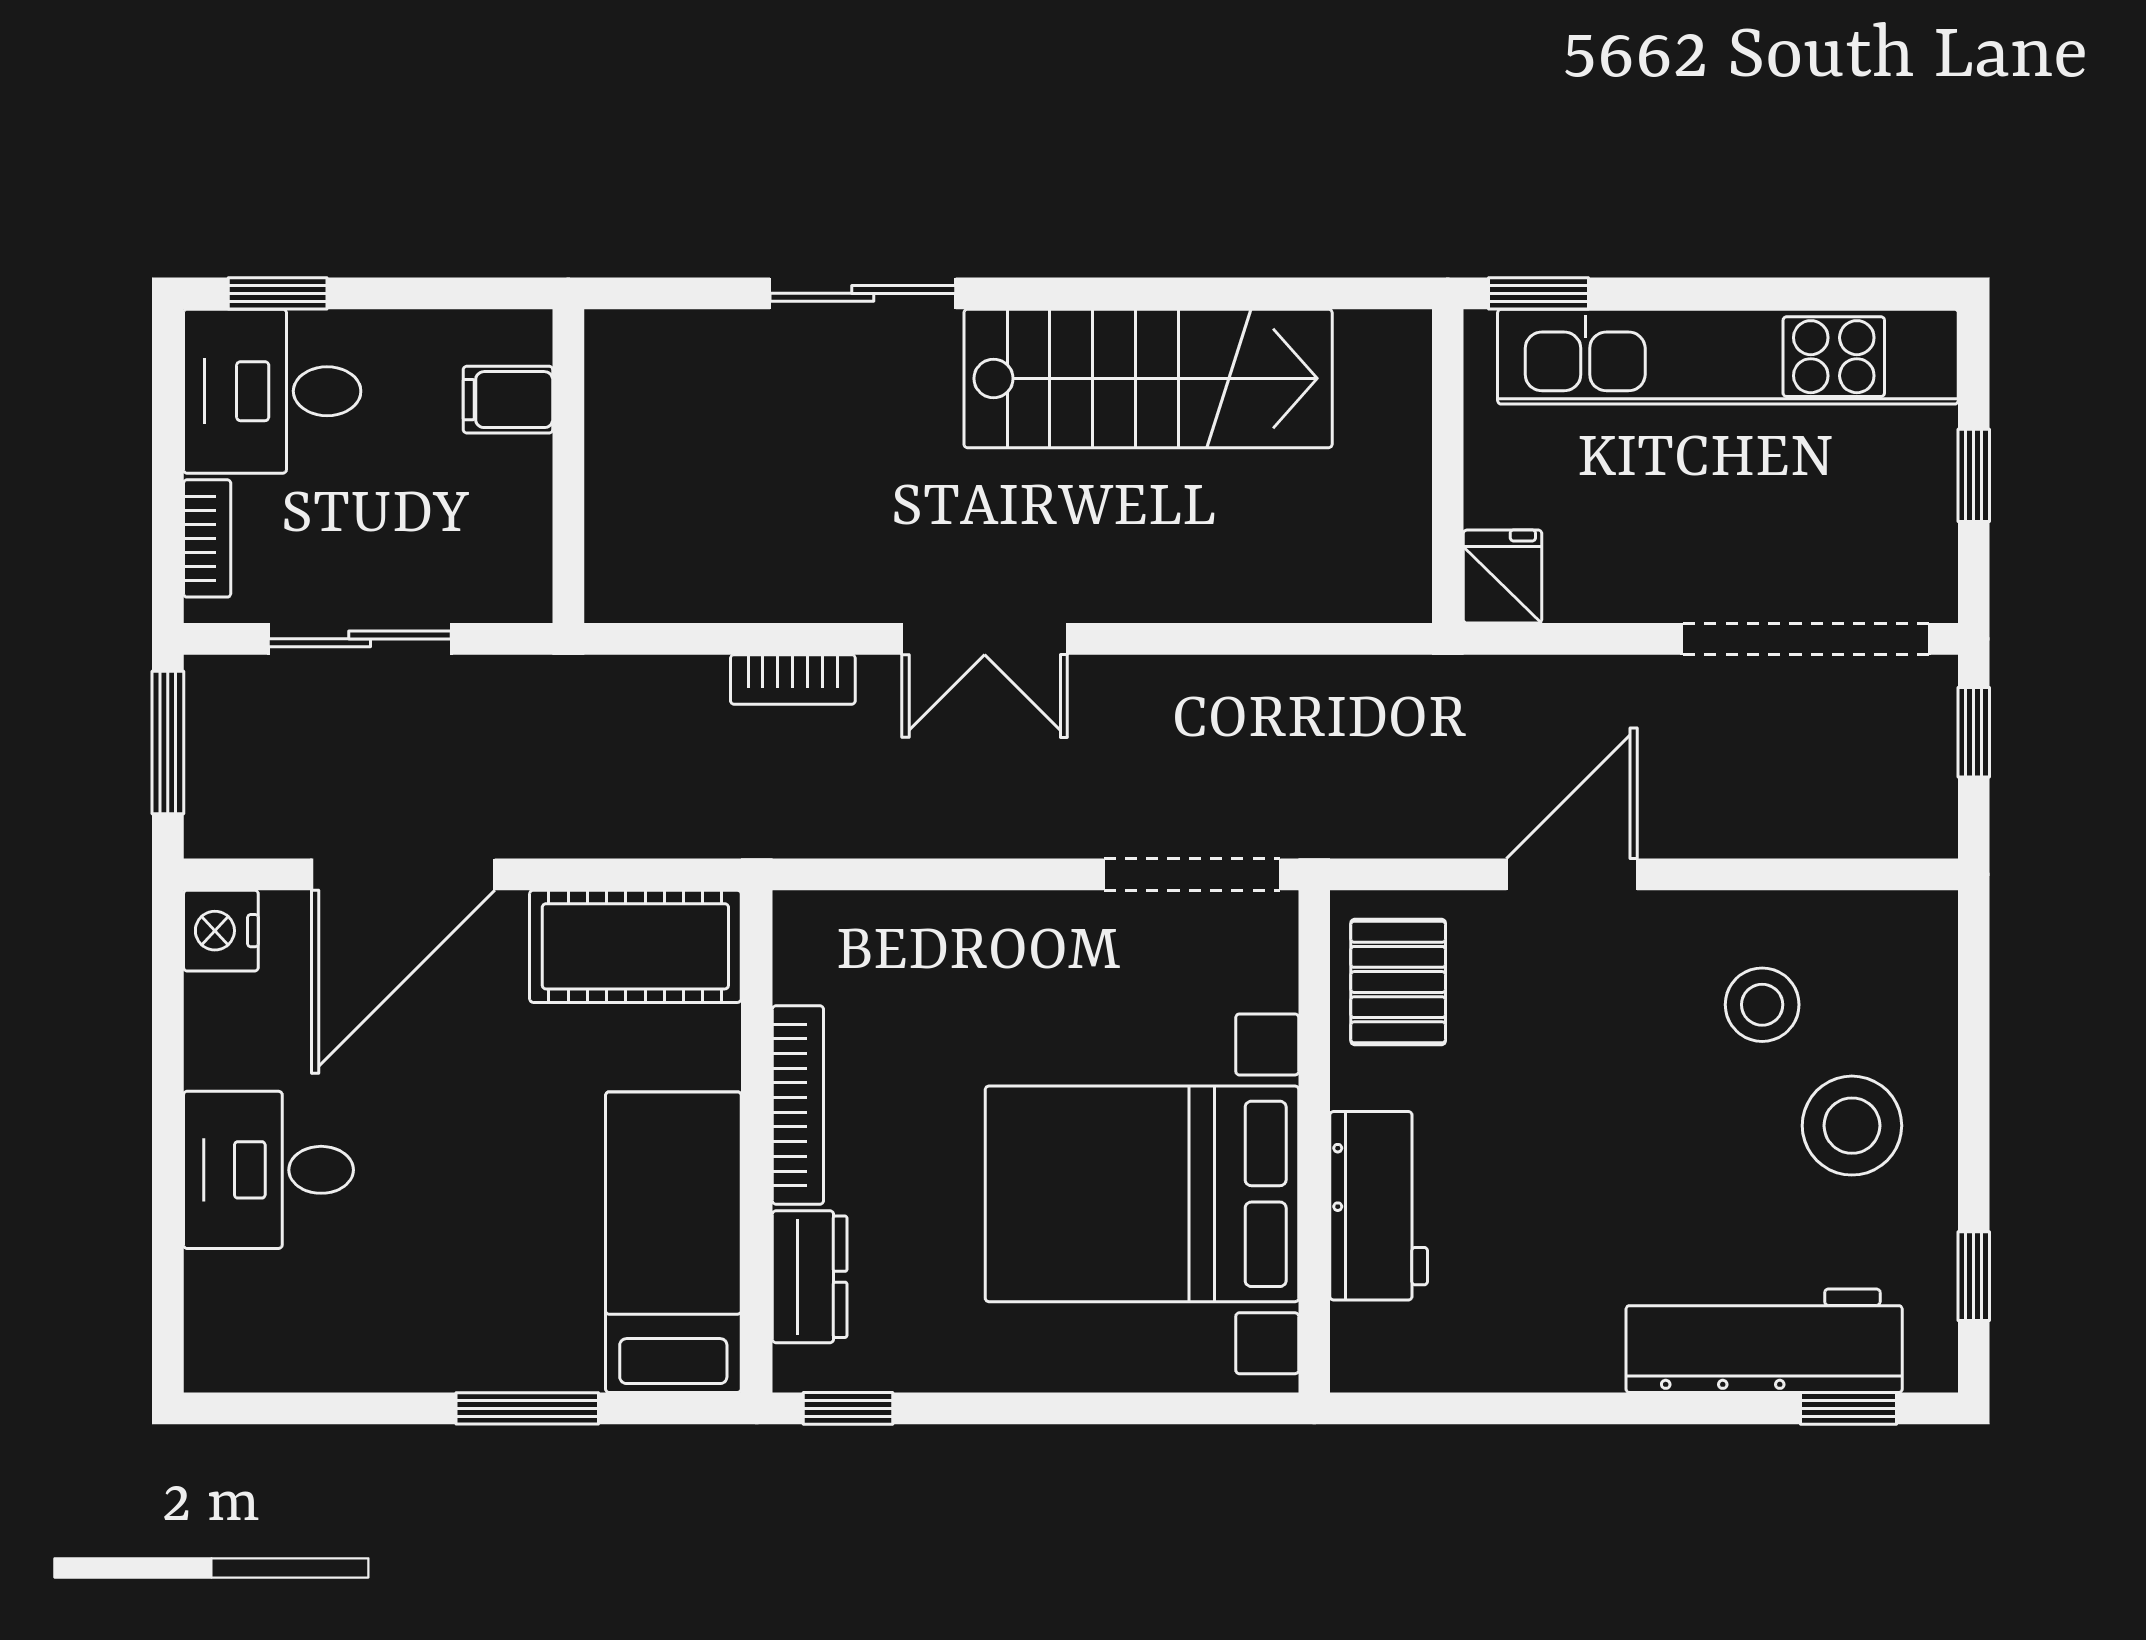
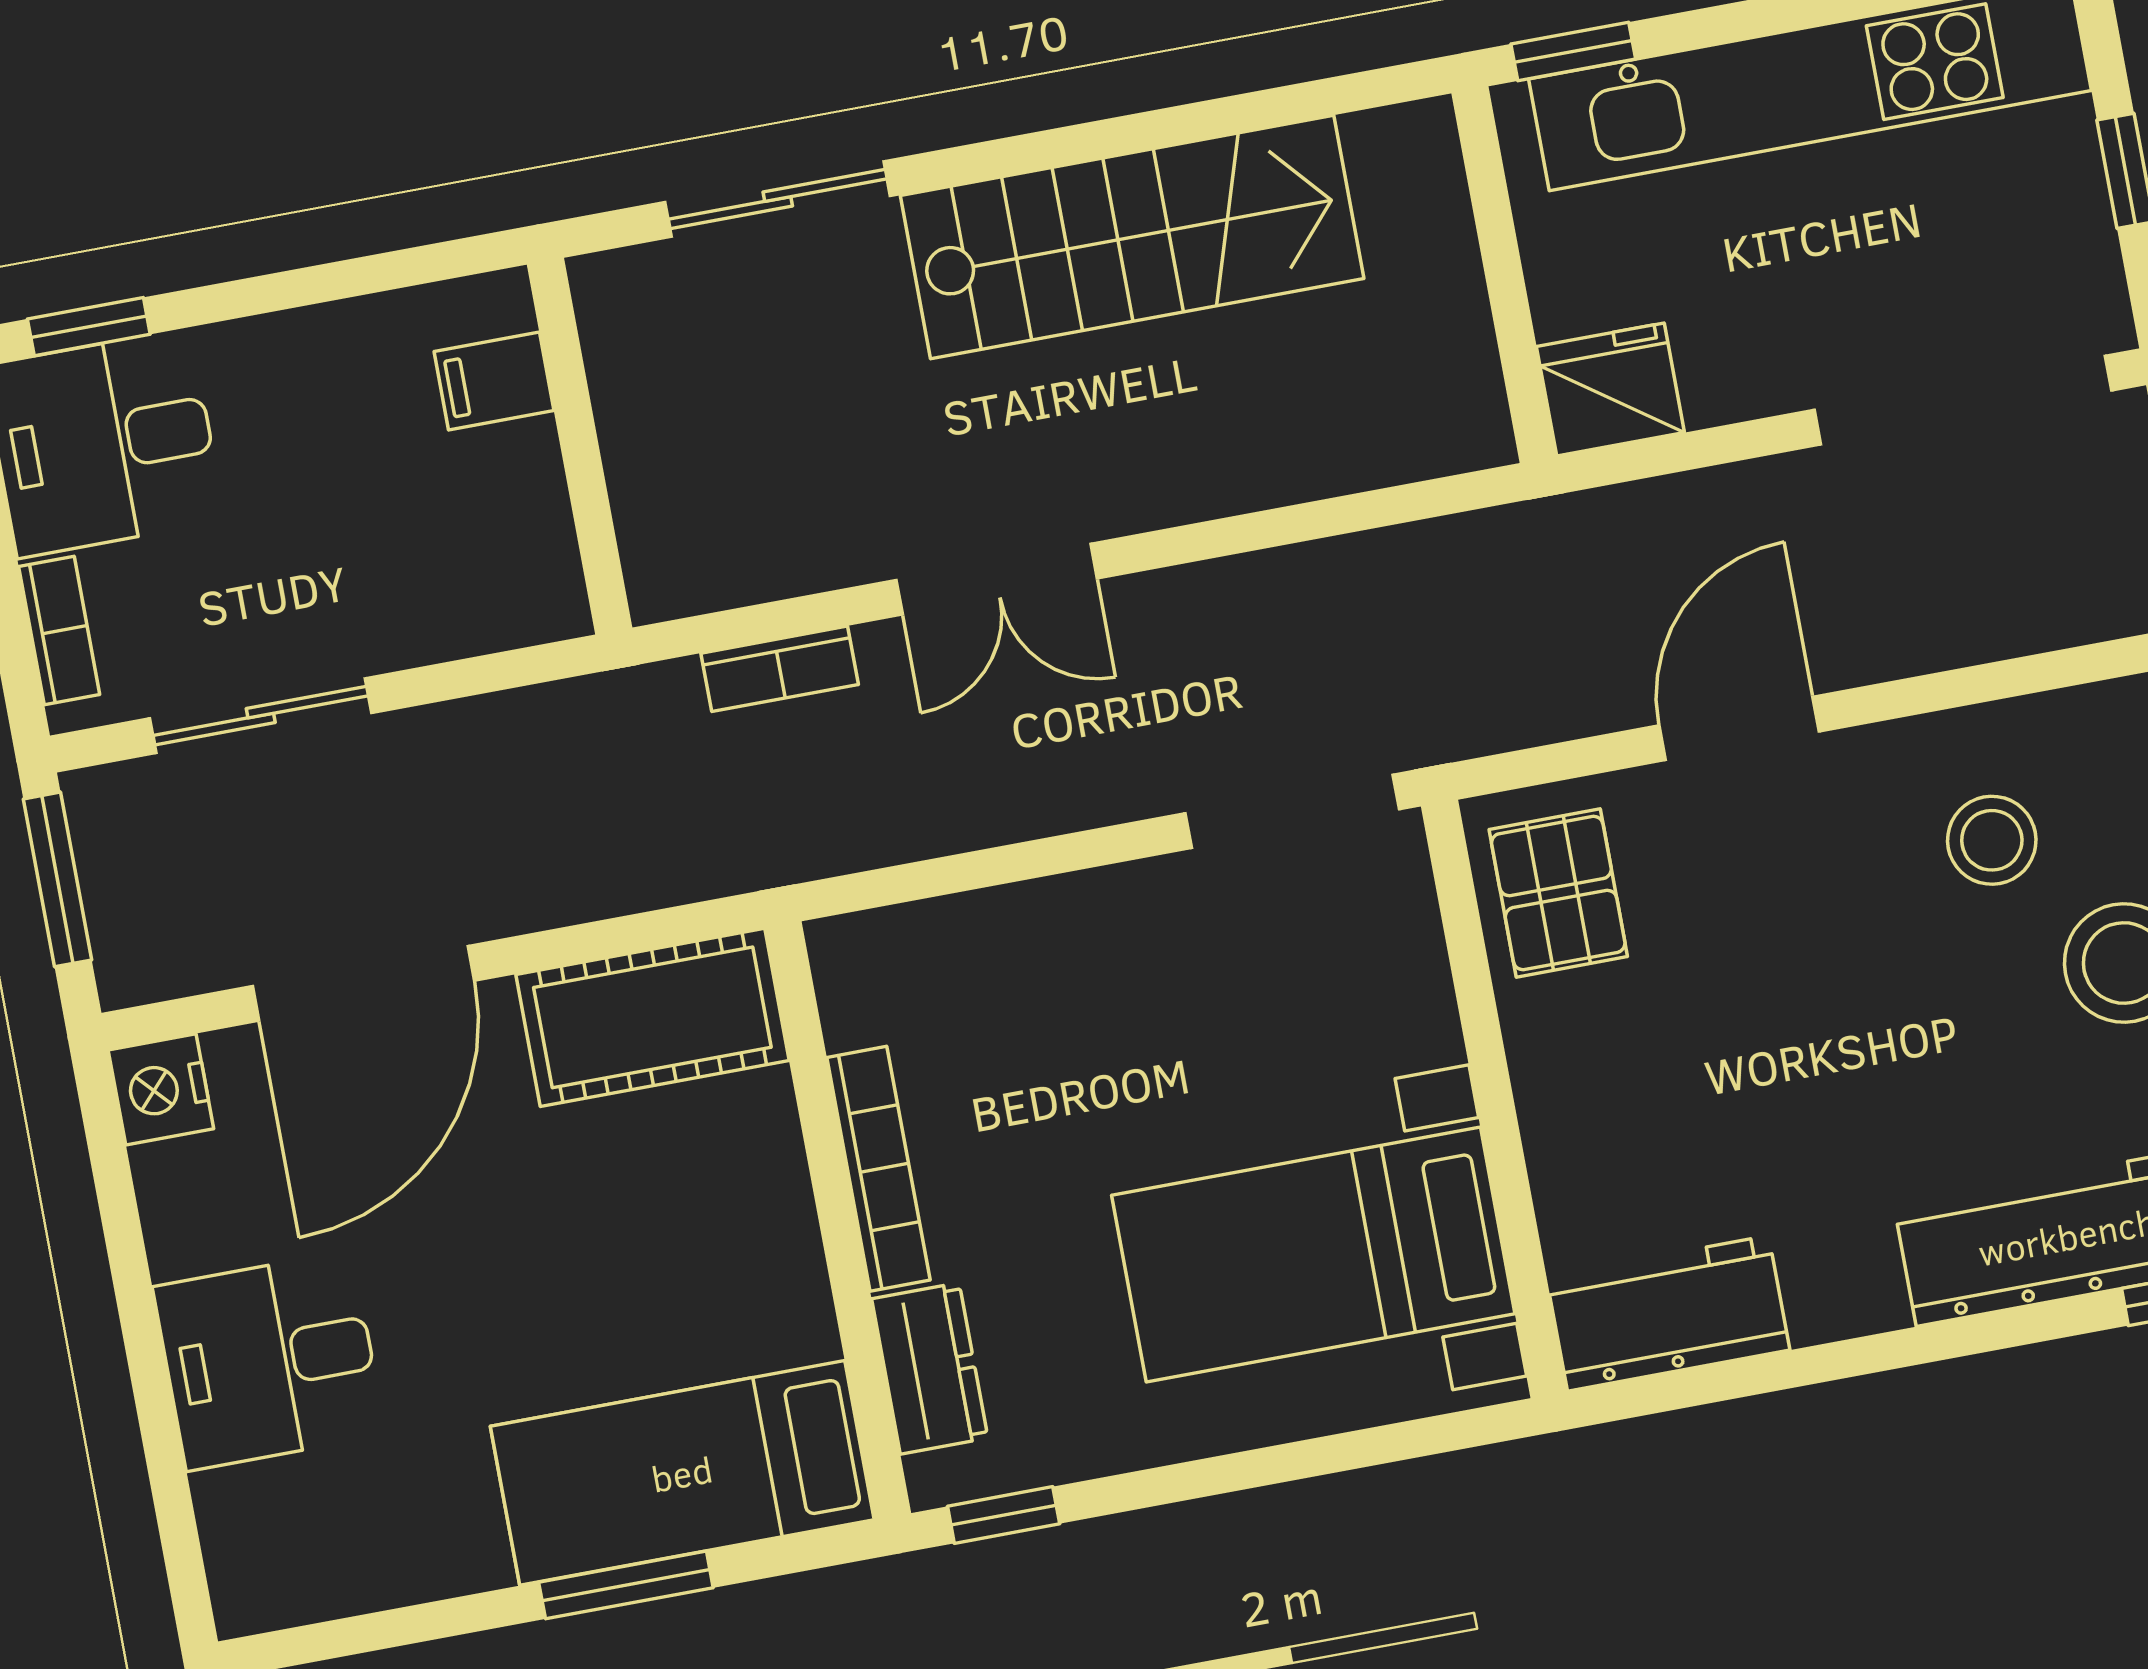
filing cabinet: (508, 400) -> (494, 381), moved
wall: (568, 466) -> (580, 446), moved
fridge: (1503, 577) -> (1610, 389), width x1.38
bed with nightstands: (1142, 1194) -> (1313, 1255), width x0.73
workbench: (1379, 1206) -> (1668, 1313), moved, turned -90
bed: (673, 1242) -> (682, 1473), moved, turned -90

